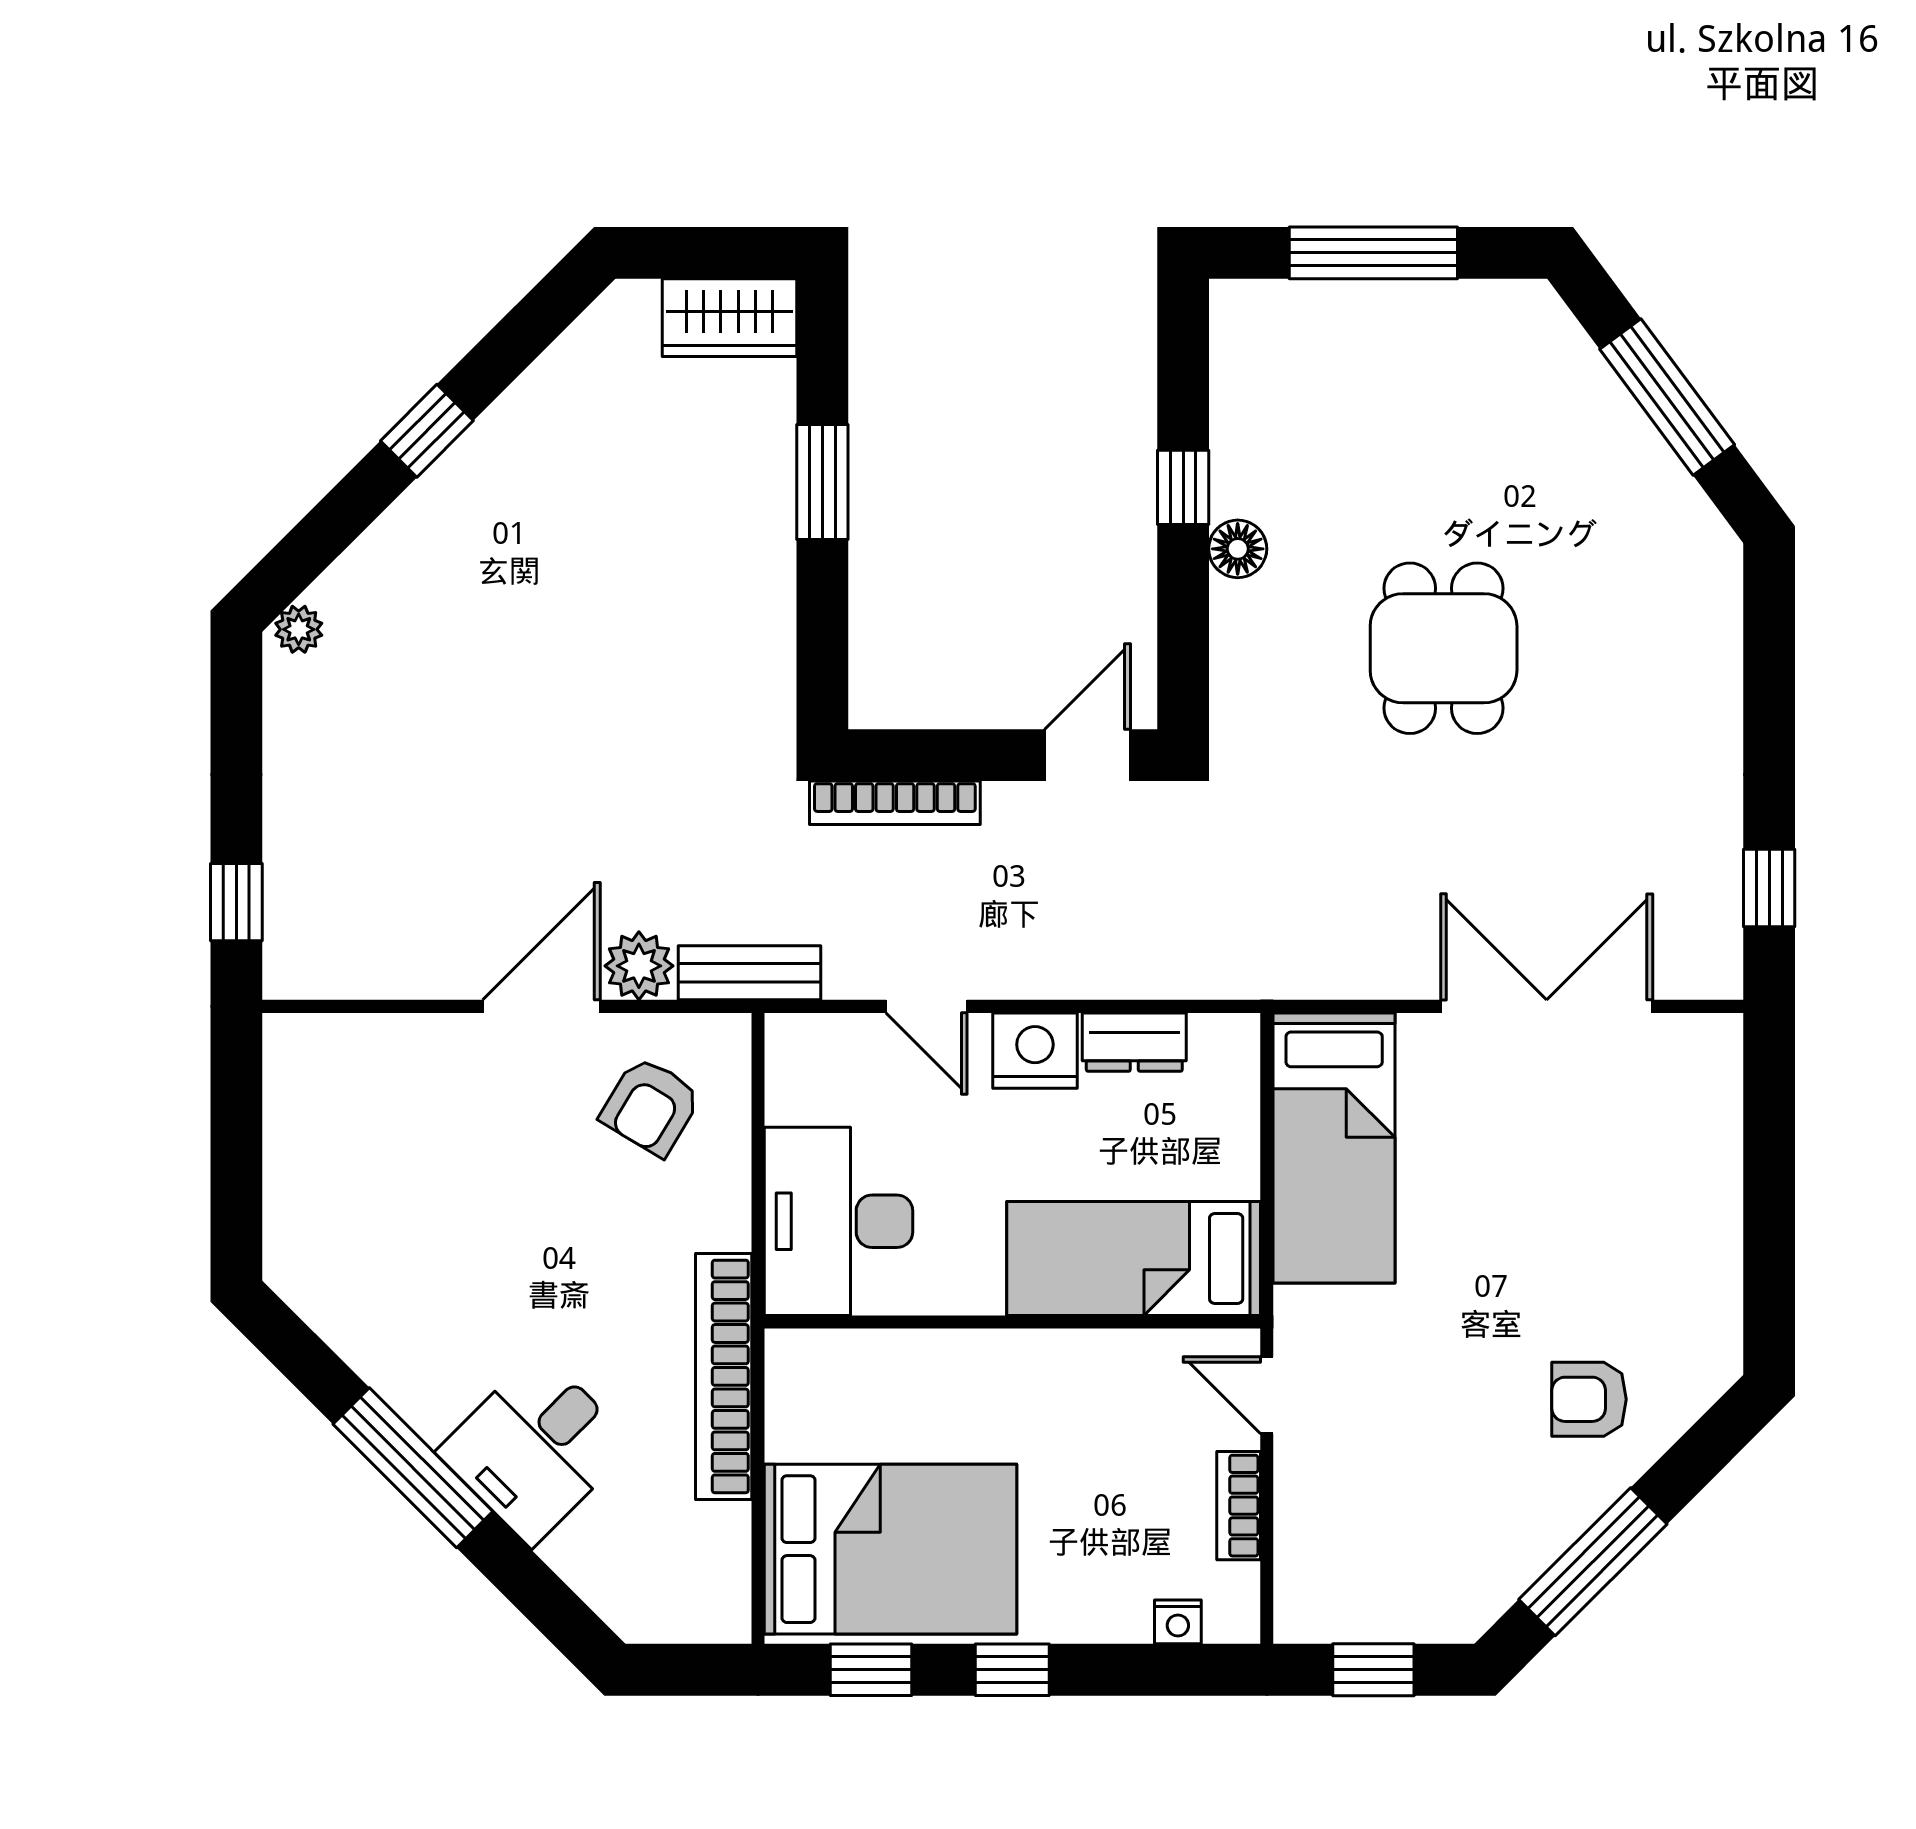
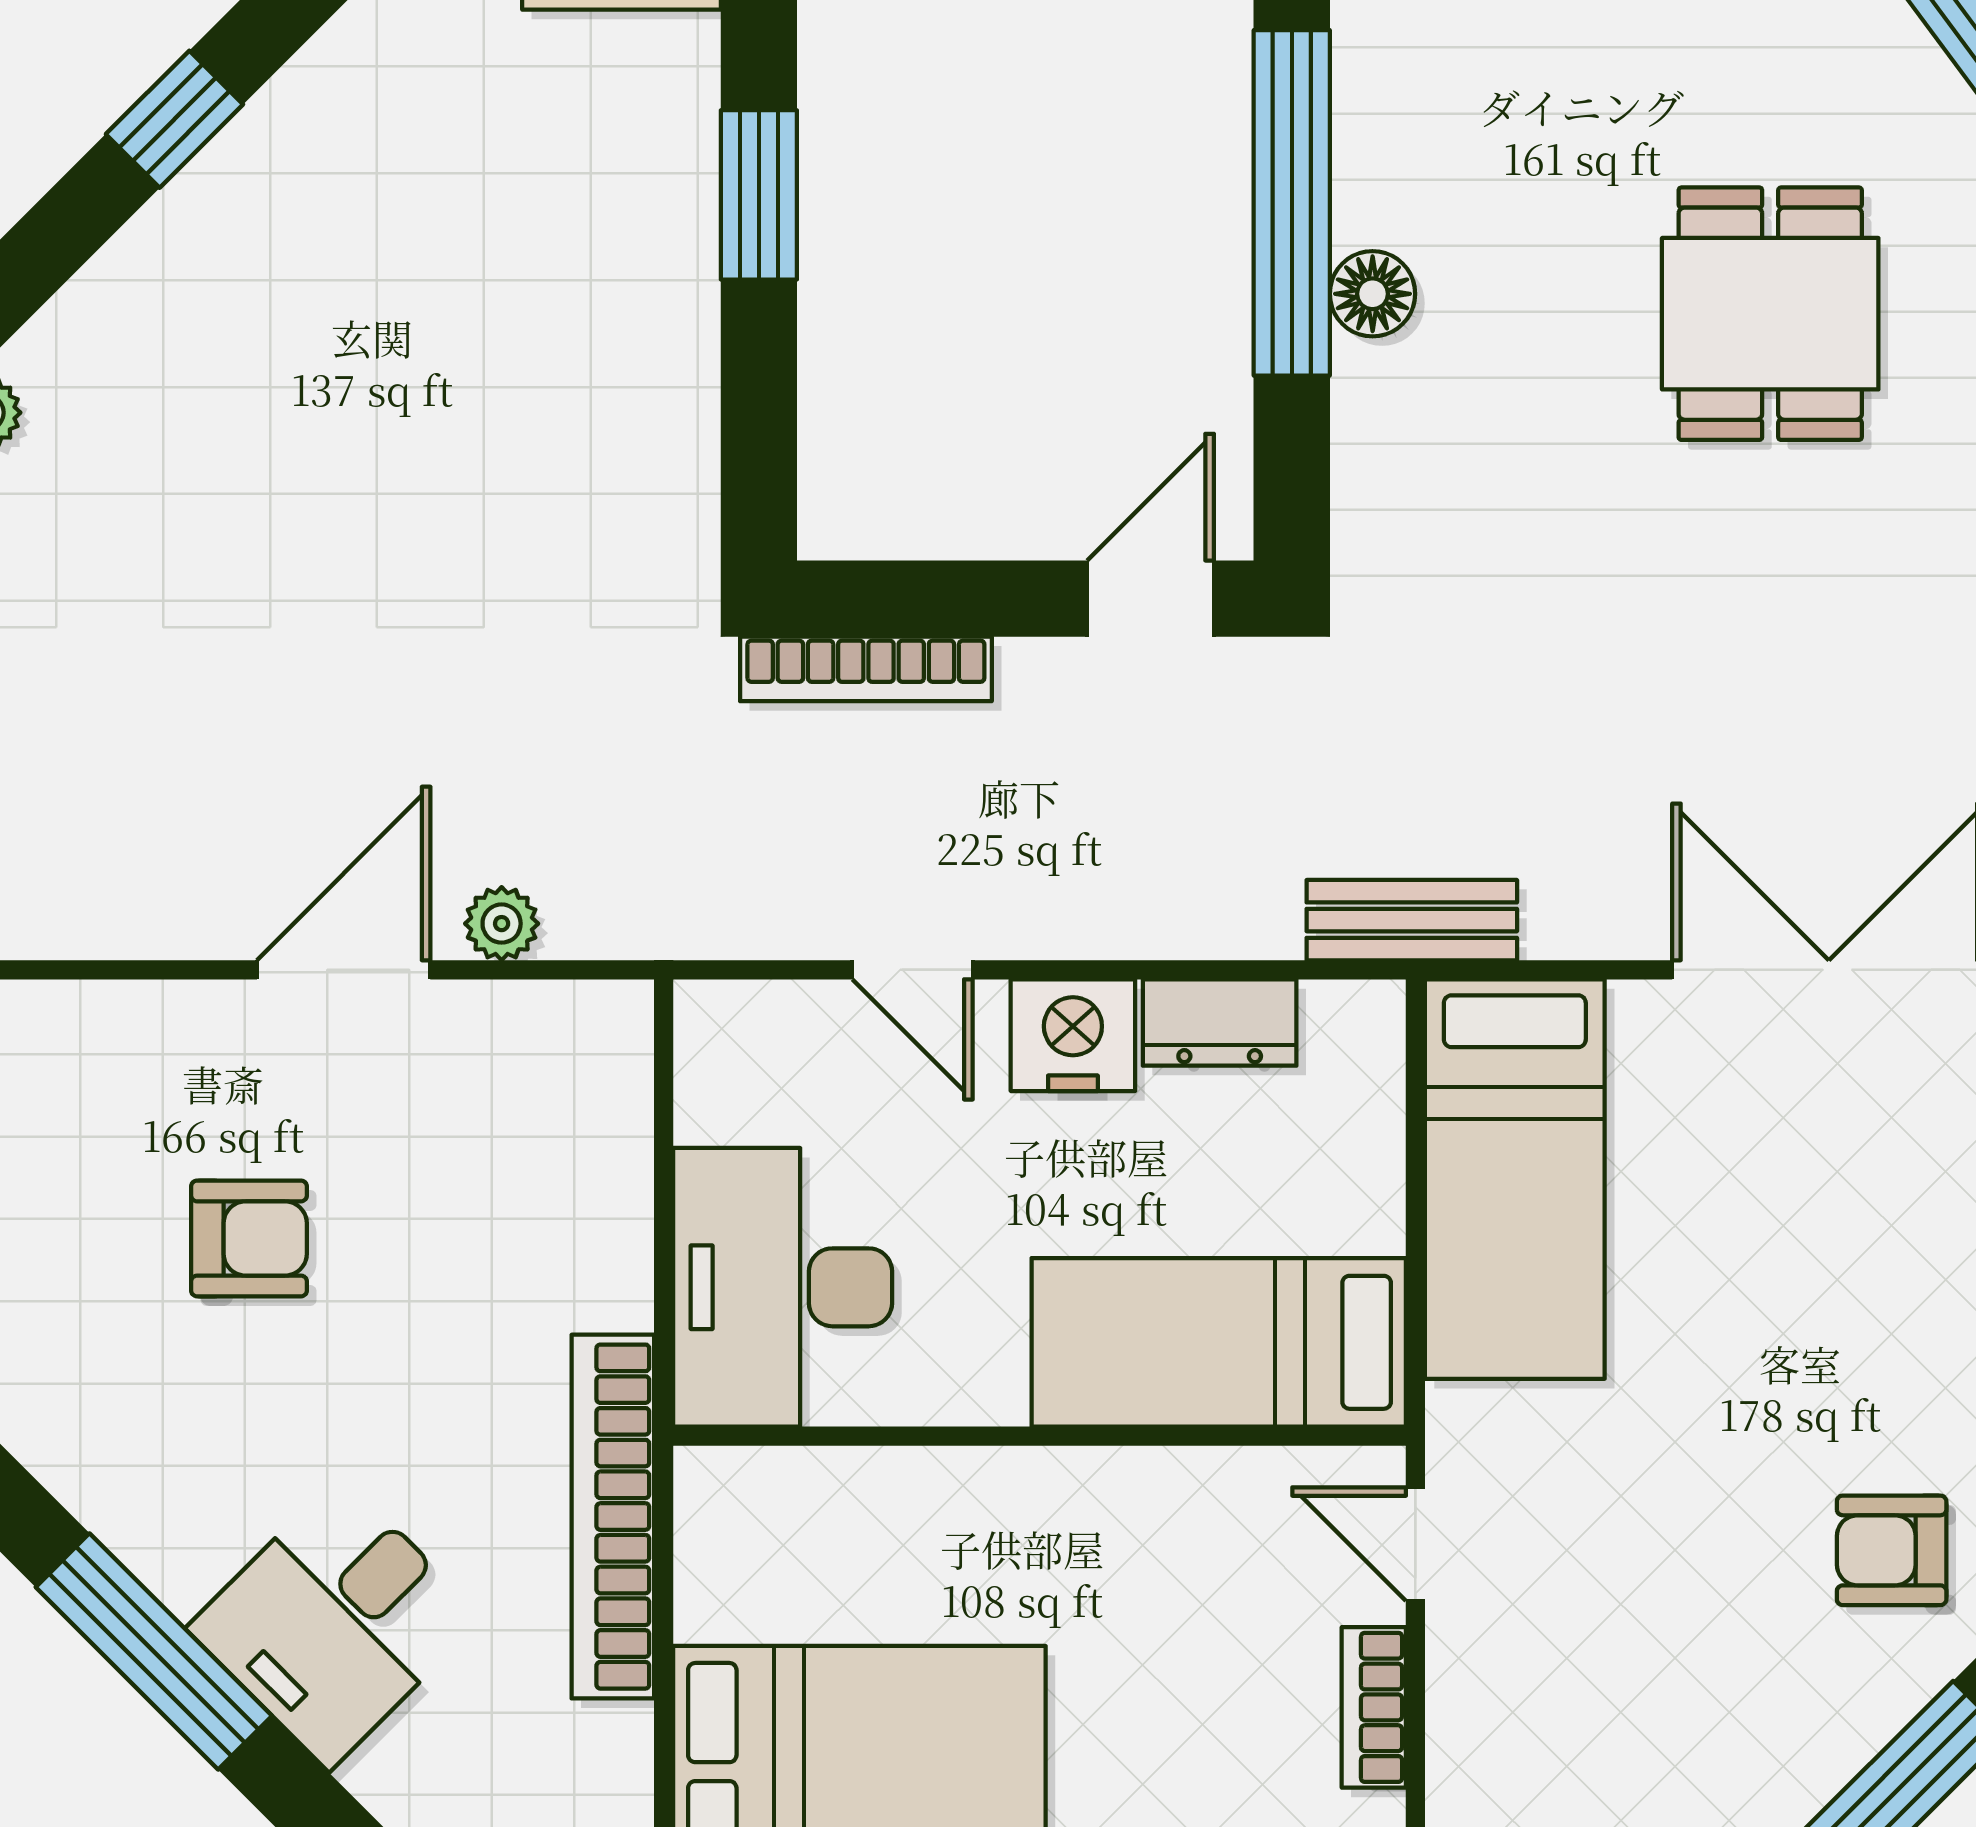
window: (1183, 487) -> (1292, 203), width x3.17
dining table: (1444, 648) -> (1770, 314), moved
plant: (639, 966) -> (502, 924), width x0.73, depth x0.73
bench: (750, 973) -> (1412, 920), moved
armchair: (651, 1106) -> (249, 1238), moved, turned -121

